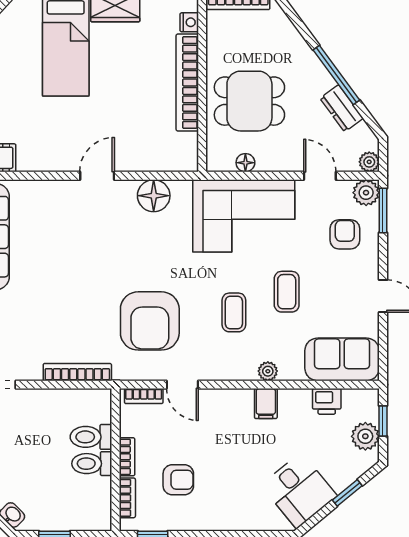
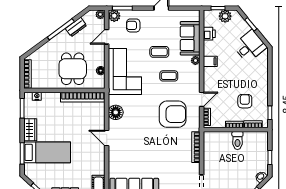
bookcase: (187, 82) -> (83, 97), moved
sofa: (342, 359) -> (190, 38), moved
toilet: (91, 437) -> (225, 141), removed

